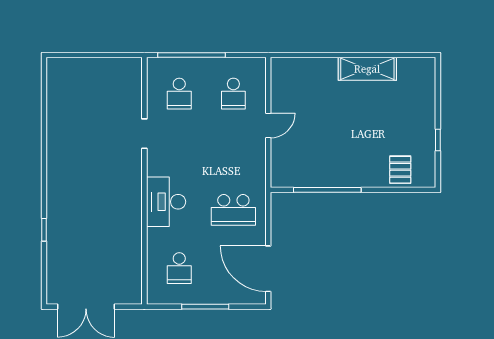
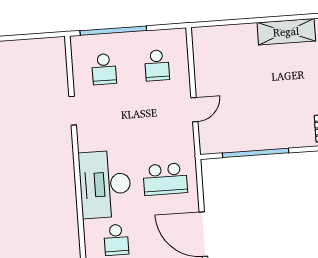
door: (268, 125) -> (194, 110), moved
desk: (166, 202) -> (105, 184), width x1.36, depth x1.30

